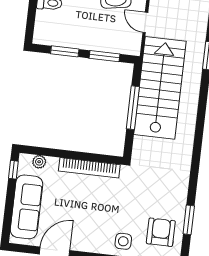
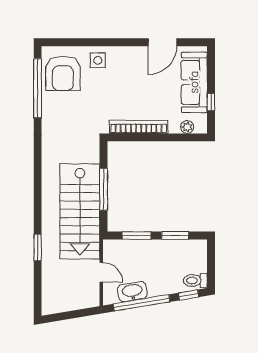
window: (13, 170) -> (211, 102), moved
window: (189, 220) -> (38, 88), width x2.11
armchair: (161, 232) -> (63, 73), width x1.36, depth x1.36

